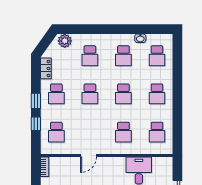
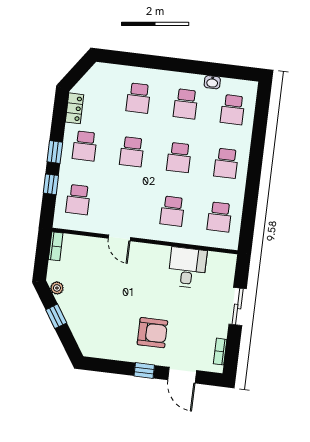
plant: (65, 41) -> (106, 73), removed
door: (89, 155) -> (119, 238), hinge flipped

